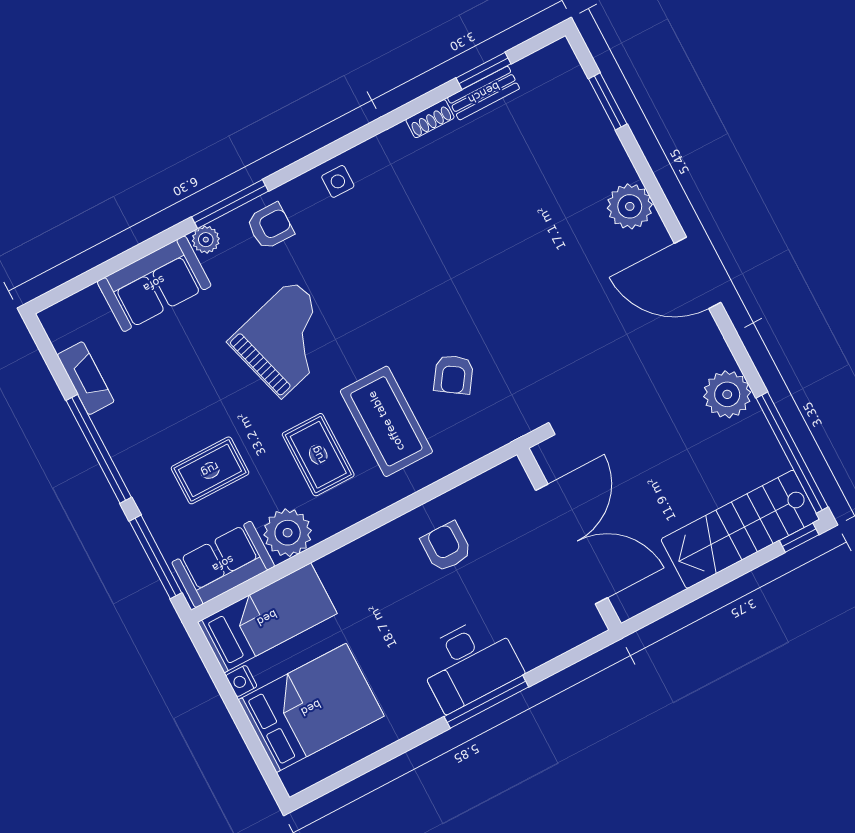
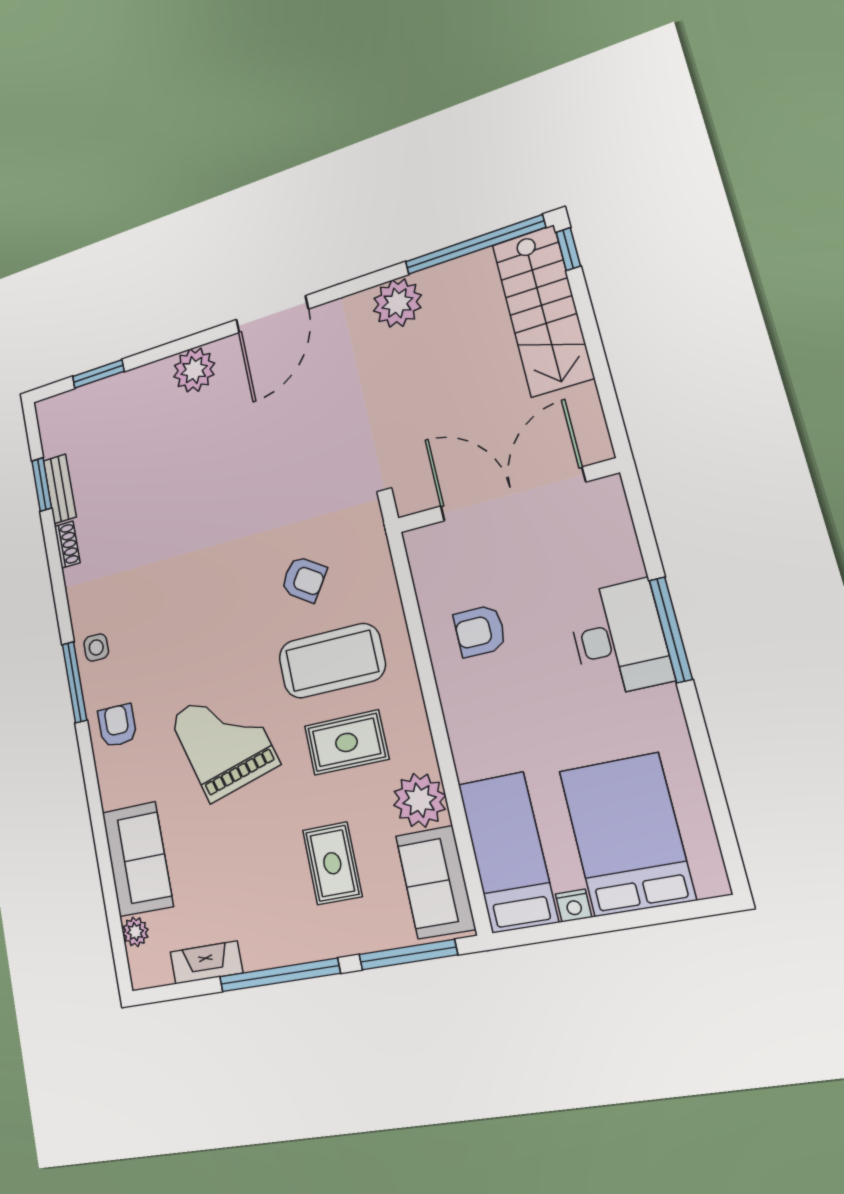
window: (230, 204) -> (75, 682), moved
plant: (206, 240) -> (135, 932), moved

